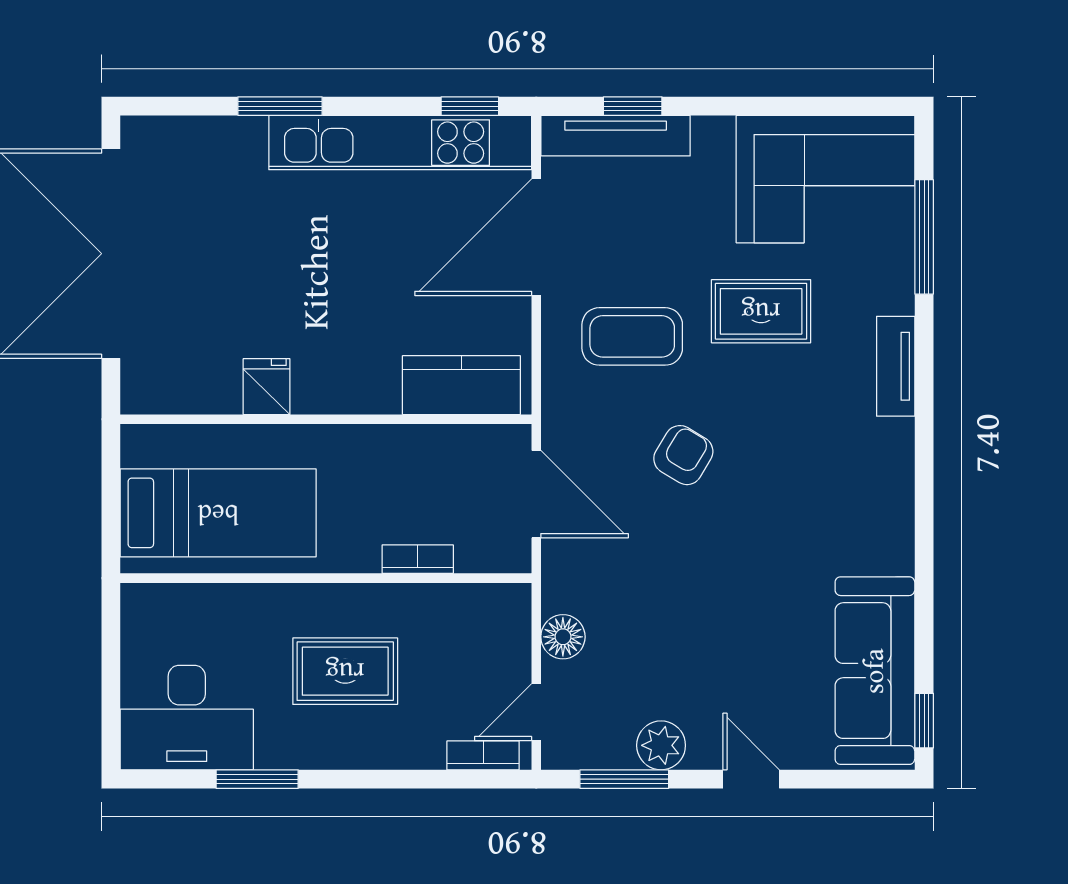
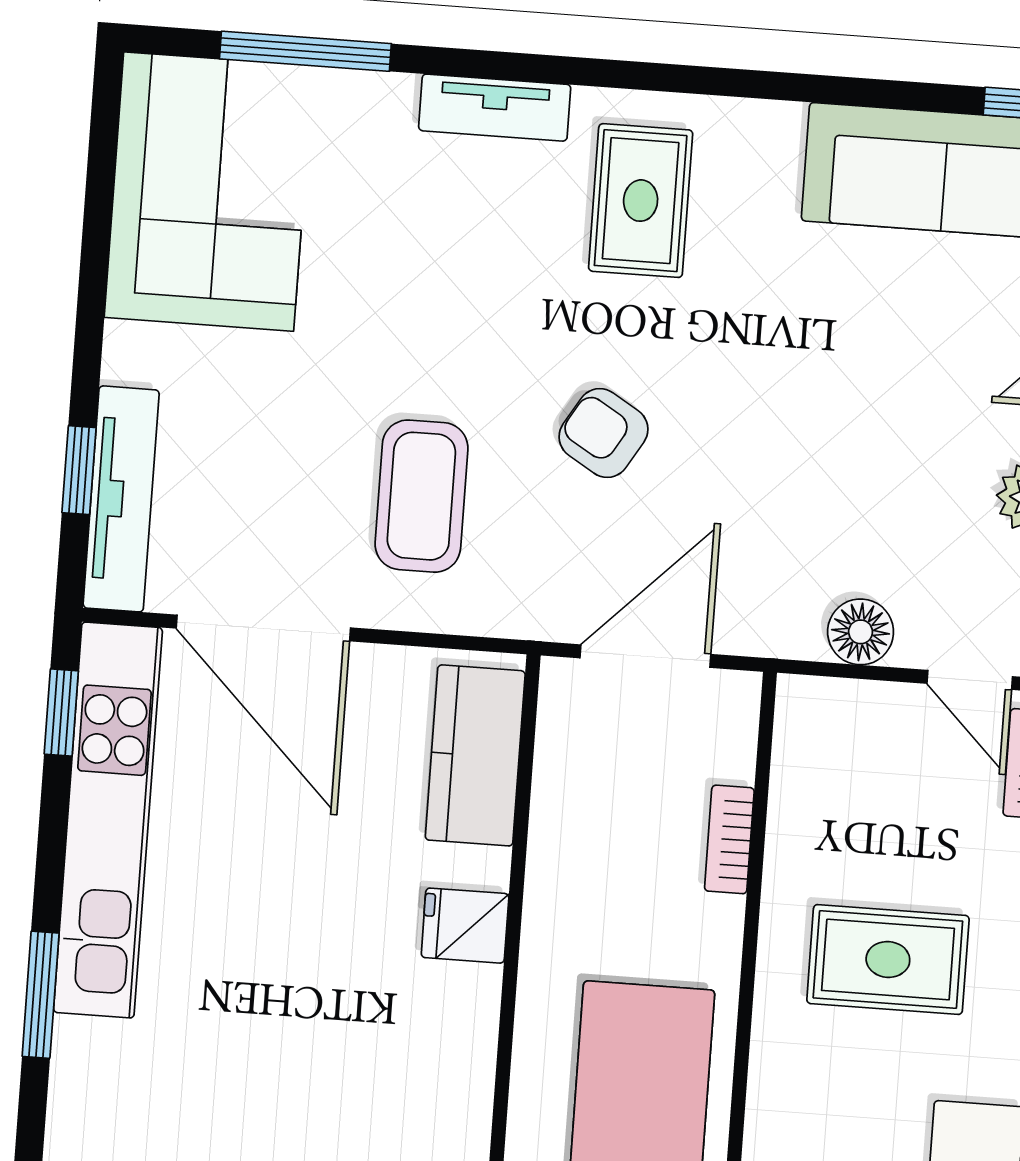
rug: (761, 311) -> (641, 201), moved
fridge: (267, 387) -> (465, 926), moved
rug: (345, 671) -> (888, 959), turned 90

